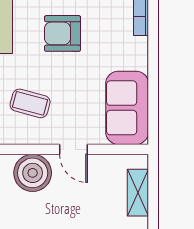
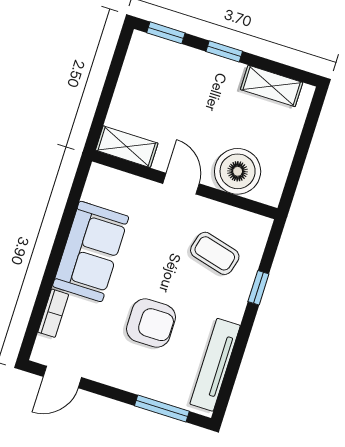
sofa: (127, 108) -> (91, 251), moved
shelving: (138, 193) -> (127, 147), moved, turned 90

